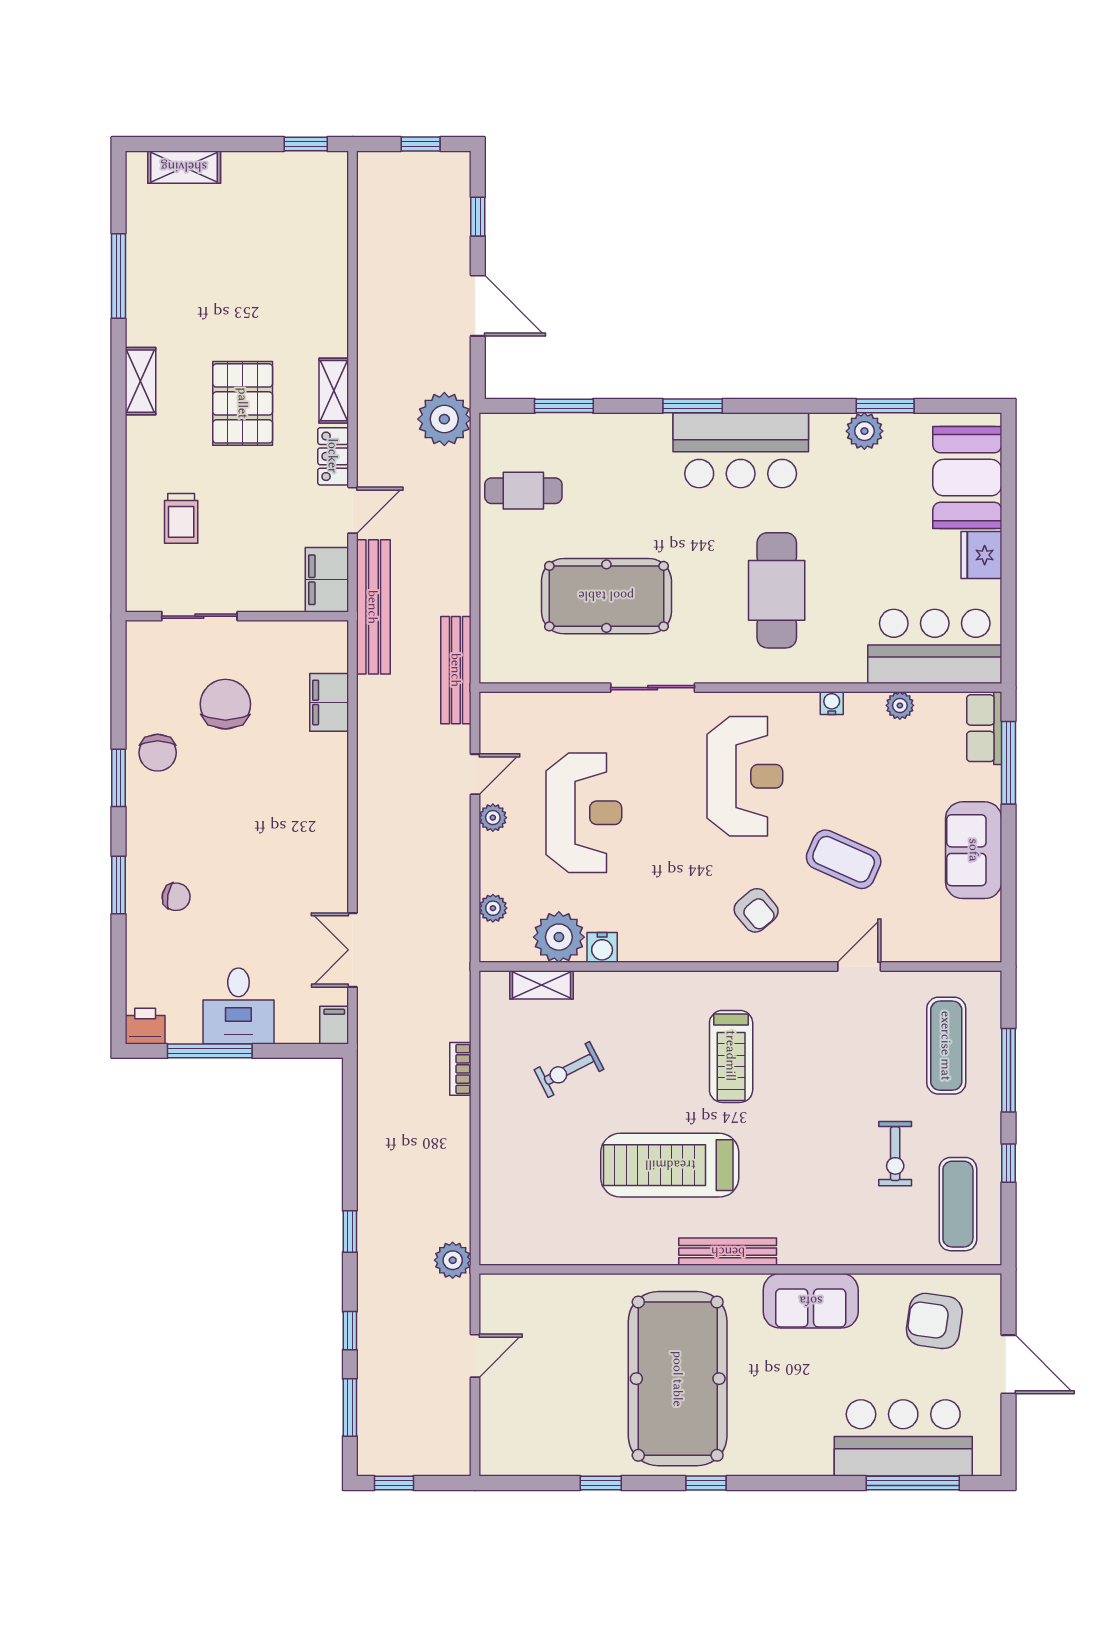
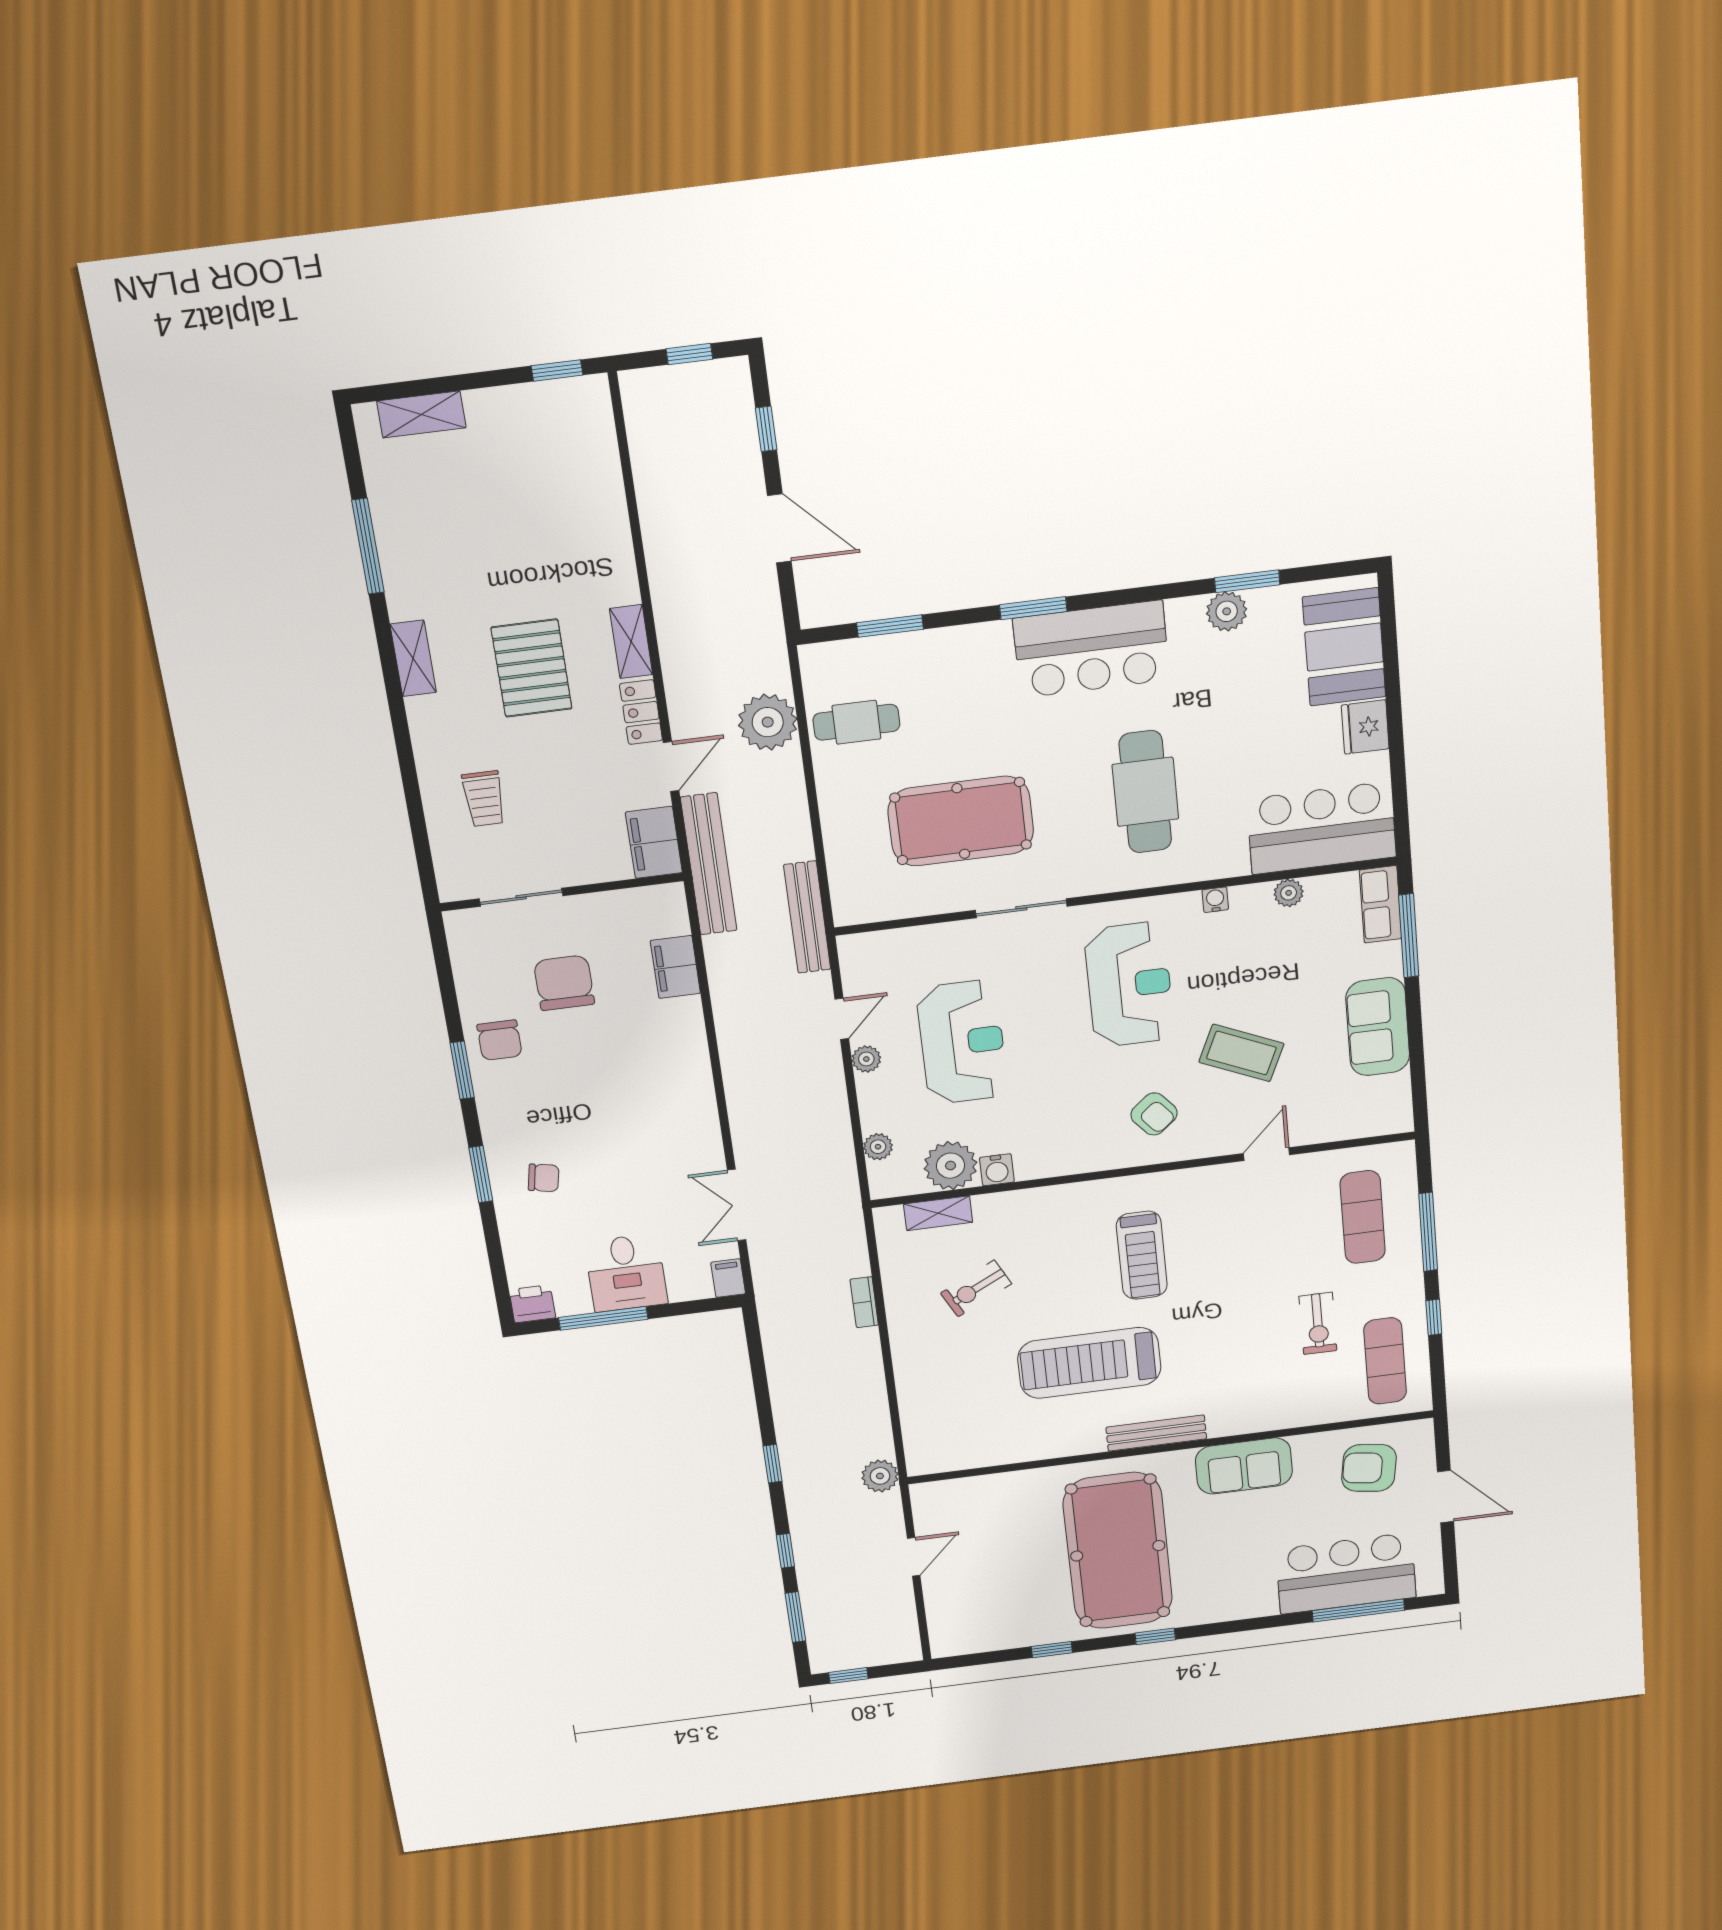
plant: (444, 419) -> (768, 722), moved

